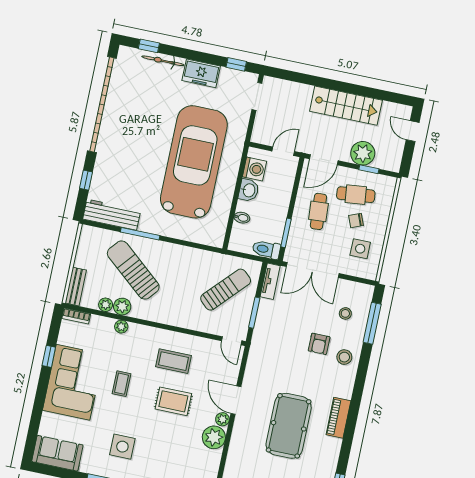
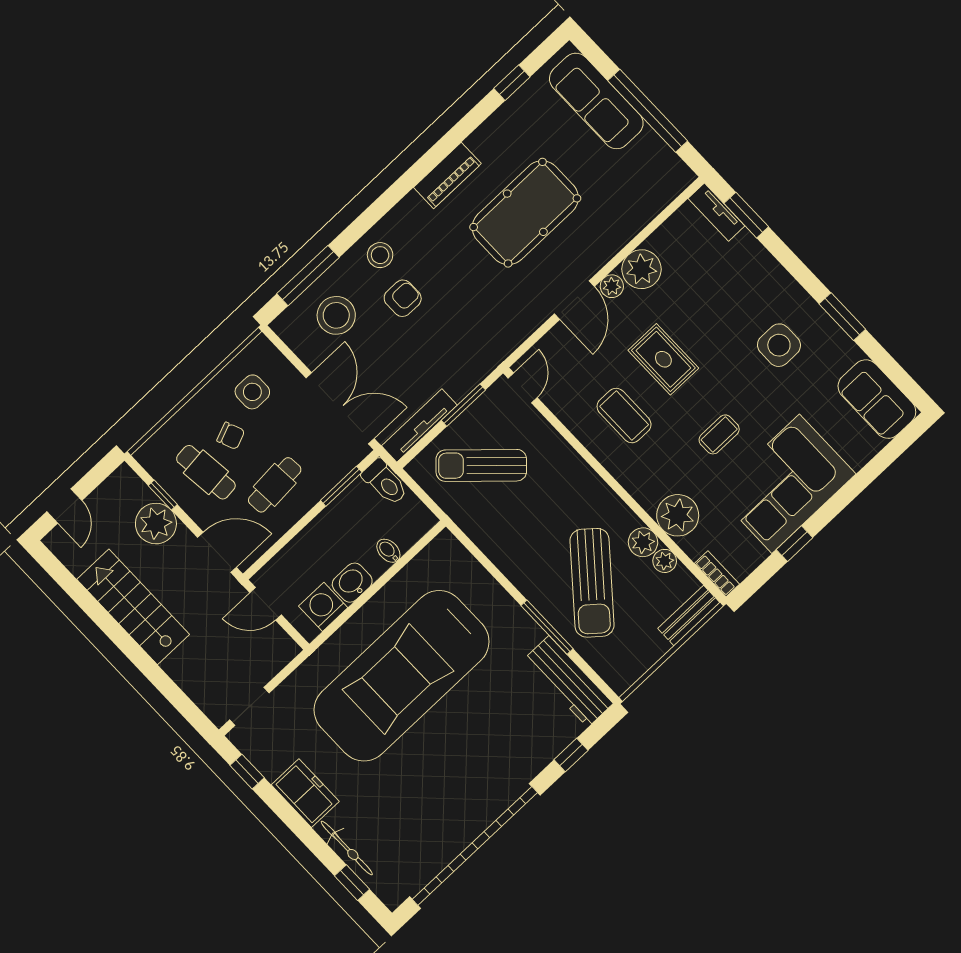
tv unit: (270, 281) -> (419, 425), width x1.41
stool: (345, 313) -> (336, 315), width x1.89, depth x1.89
plant: (121, 327) -> (678, 515), width x1.88, depth x1.88

